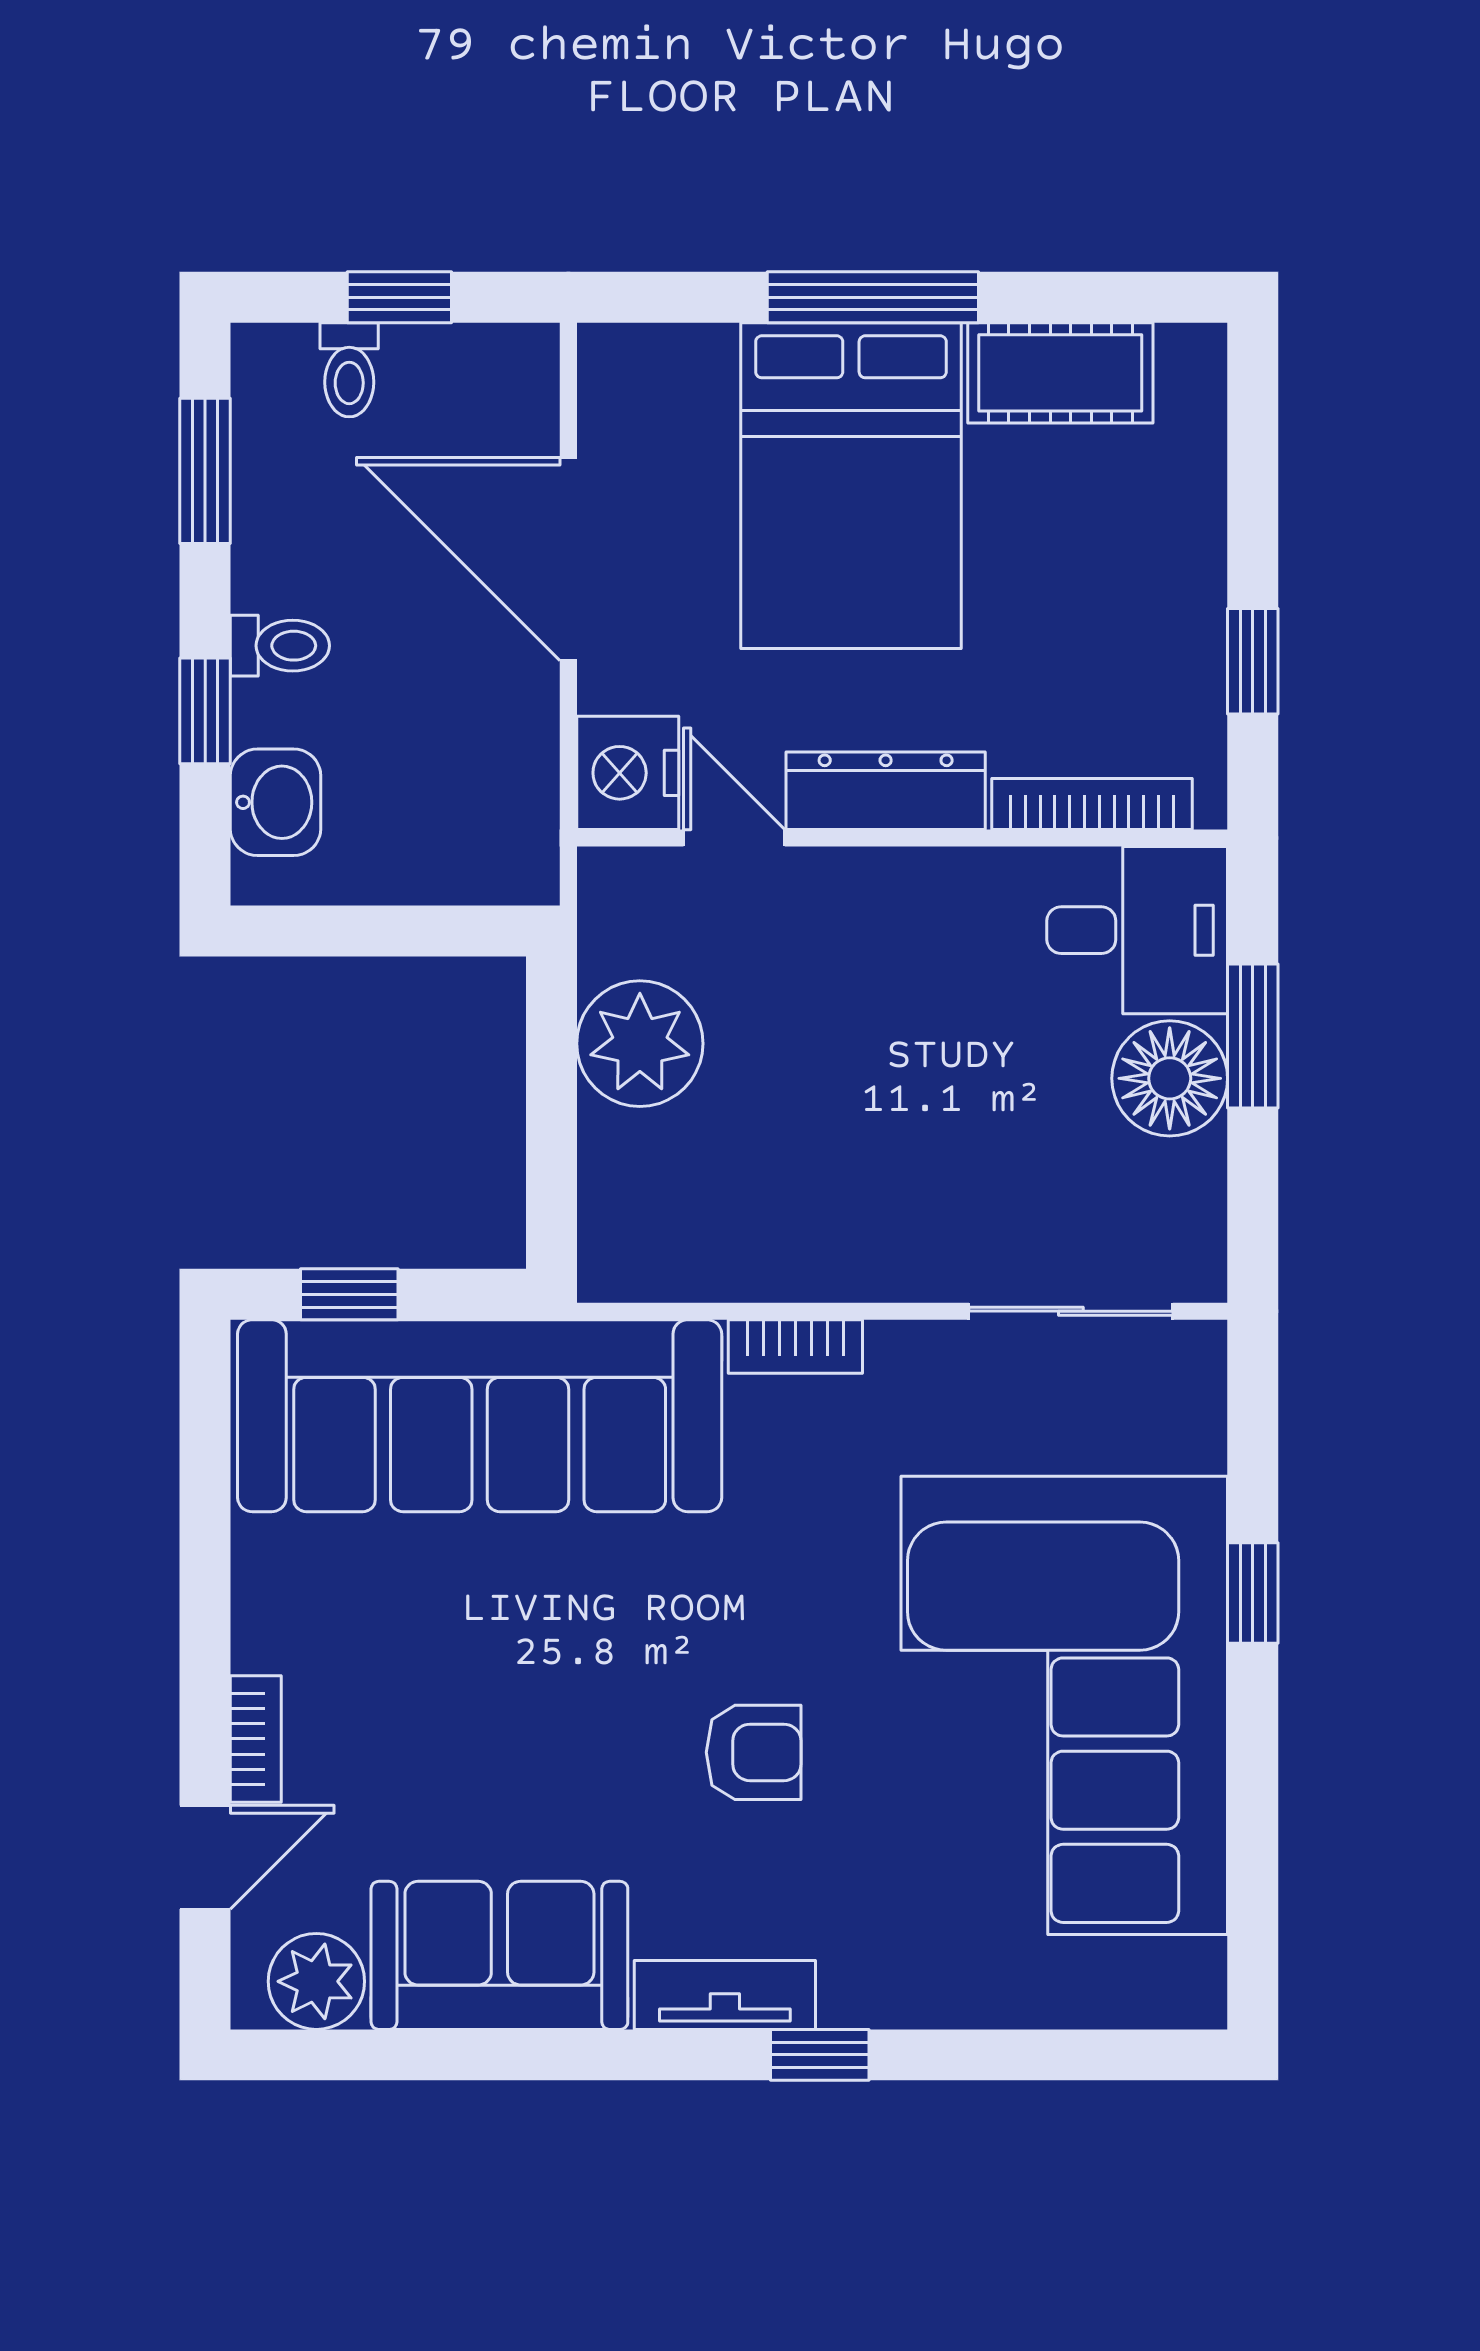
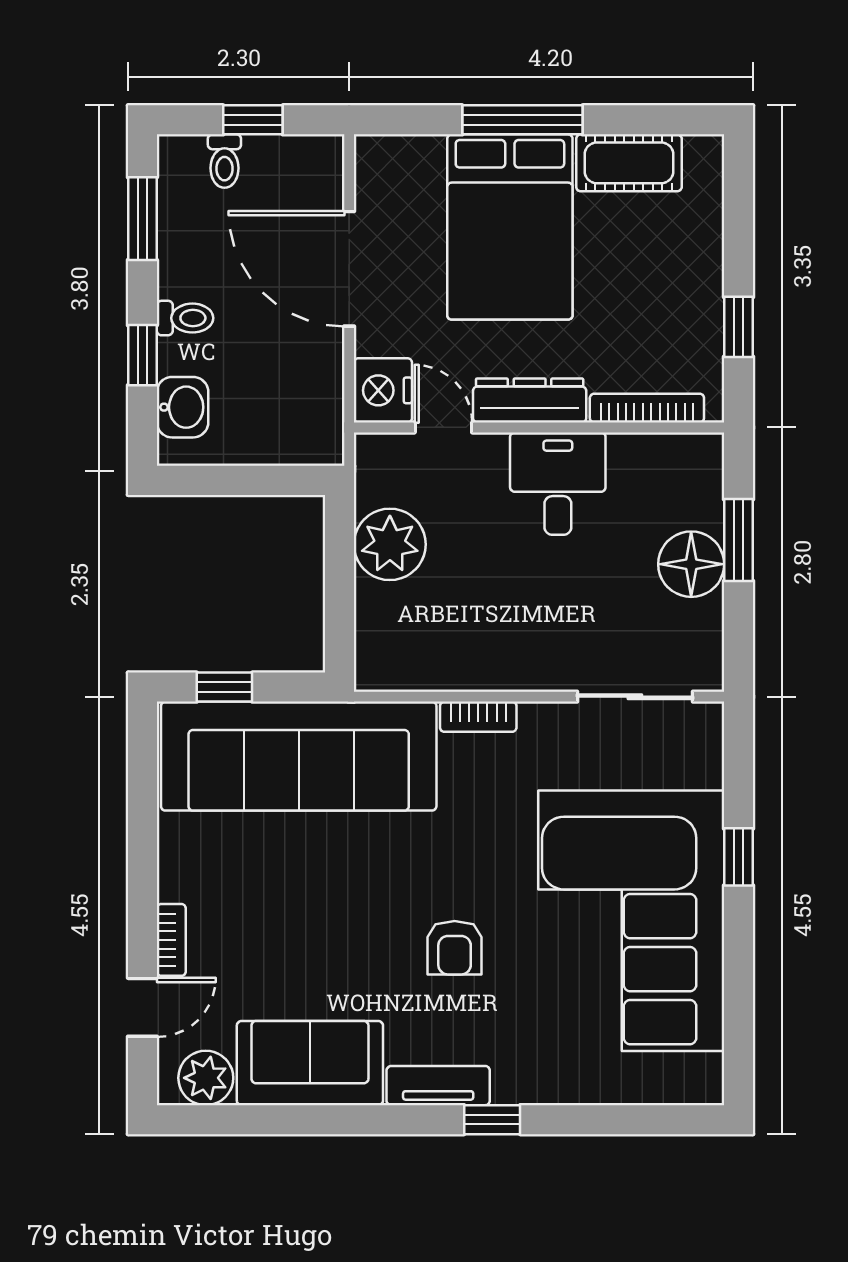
desk: (1137, 930) -> (558, 484), moved, turned -90
armchair: (754, 1752) -> (455, 948), turned 90

